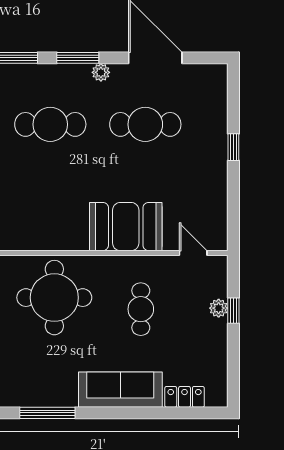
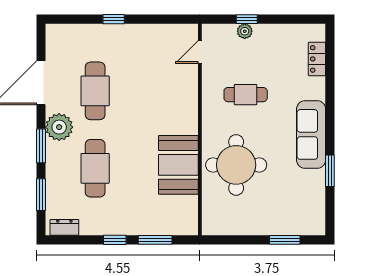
plant: (101, 72) -> (59, 127), width x1.88, depth x1.88
booth: (126, 227) -> (178, 165), moved
sofa: (120, 390) -> (311, 134), moved
window: (47, 413) -> (330, 171), width x0.69

